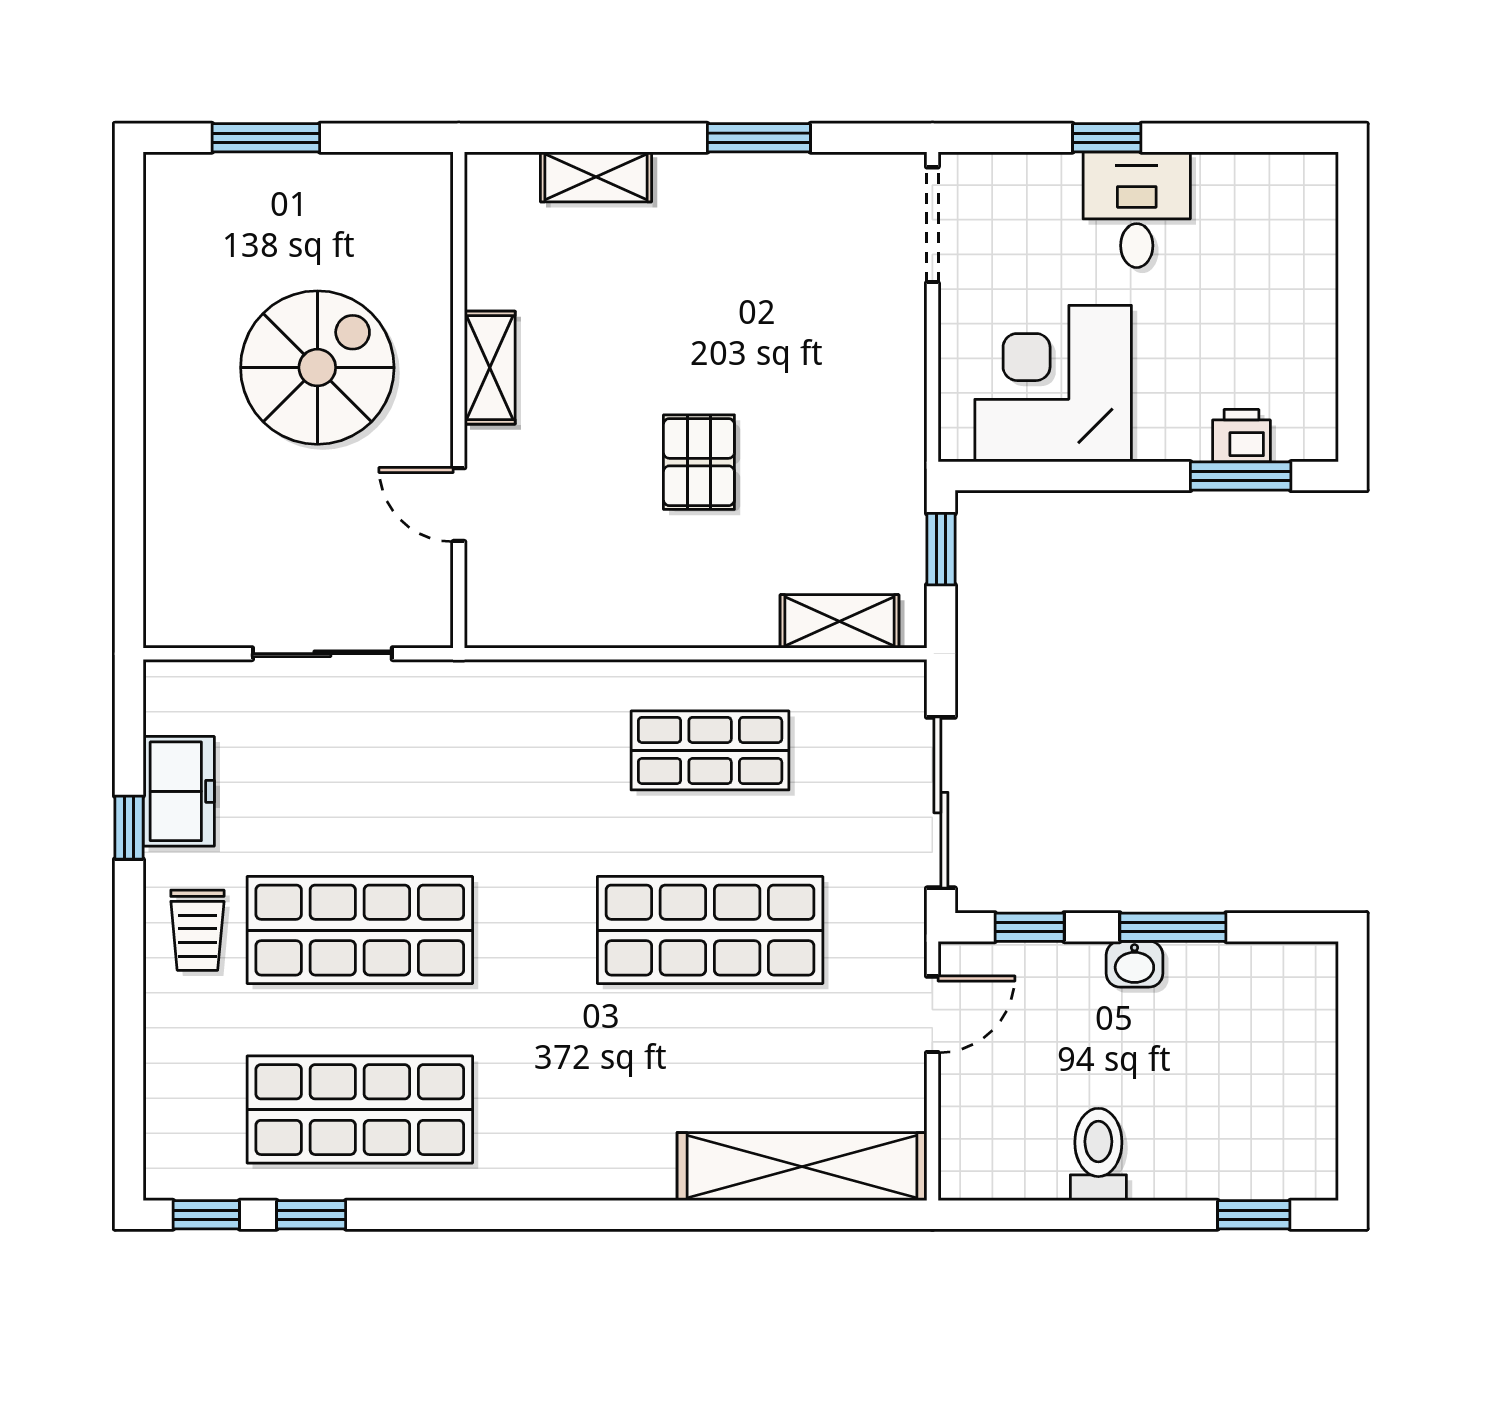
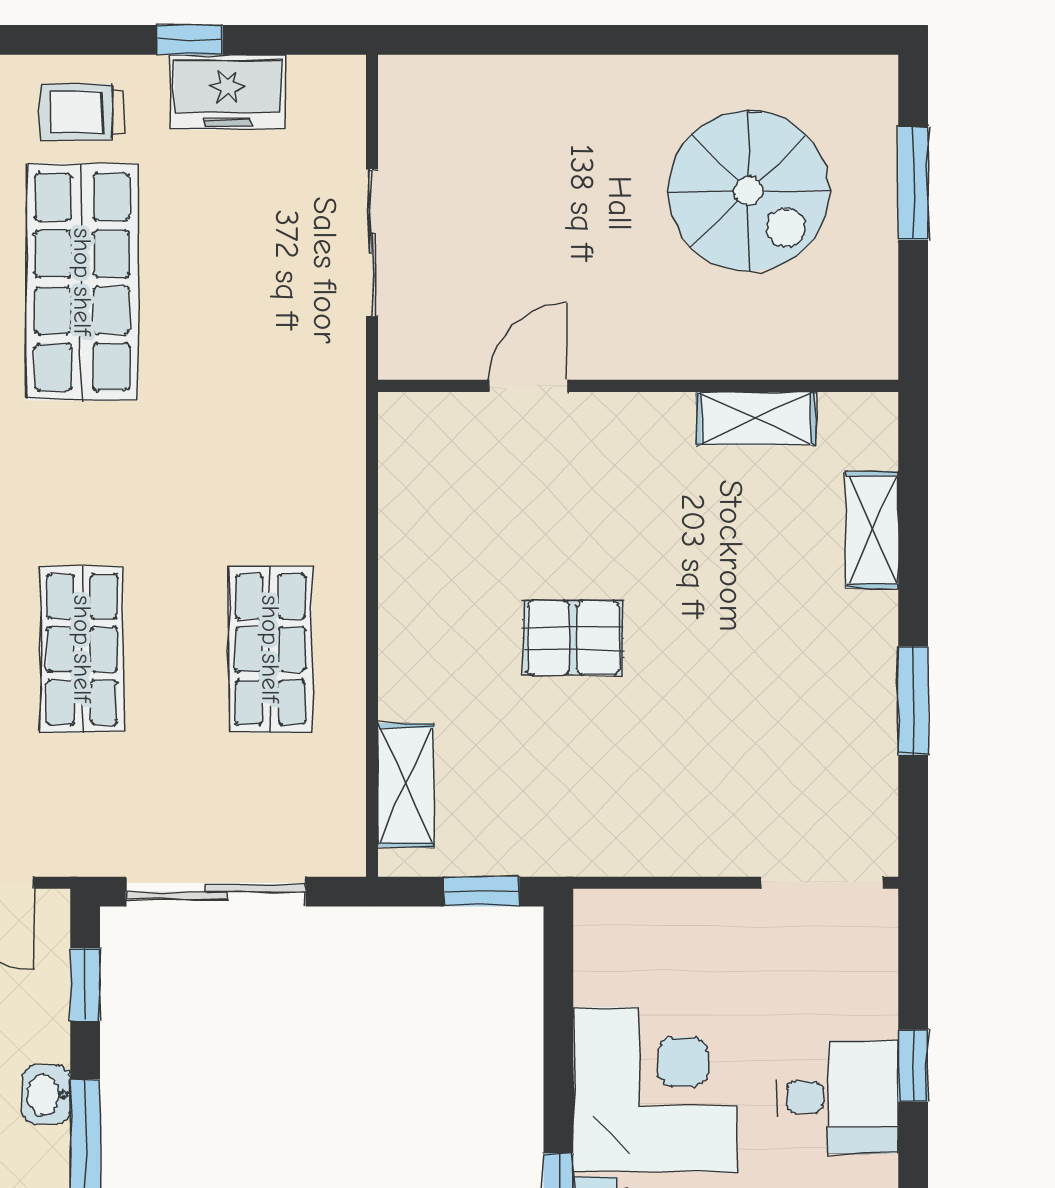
spiral stairs: (317, 368) -> (749, 191), moved
shelving: (490, 368) -> (756, 418), moved
corner desk: (1053, 384) -> (655, 1090), moved
shop shelf: (710, 930) -> (82, 649), width x0.70, depth x0.74

